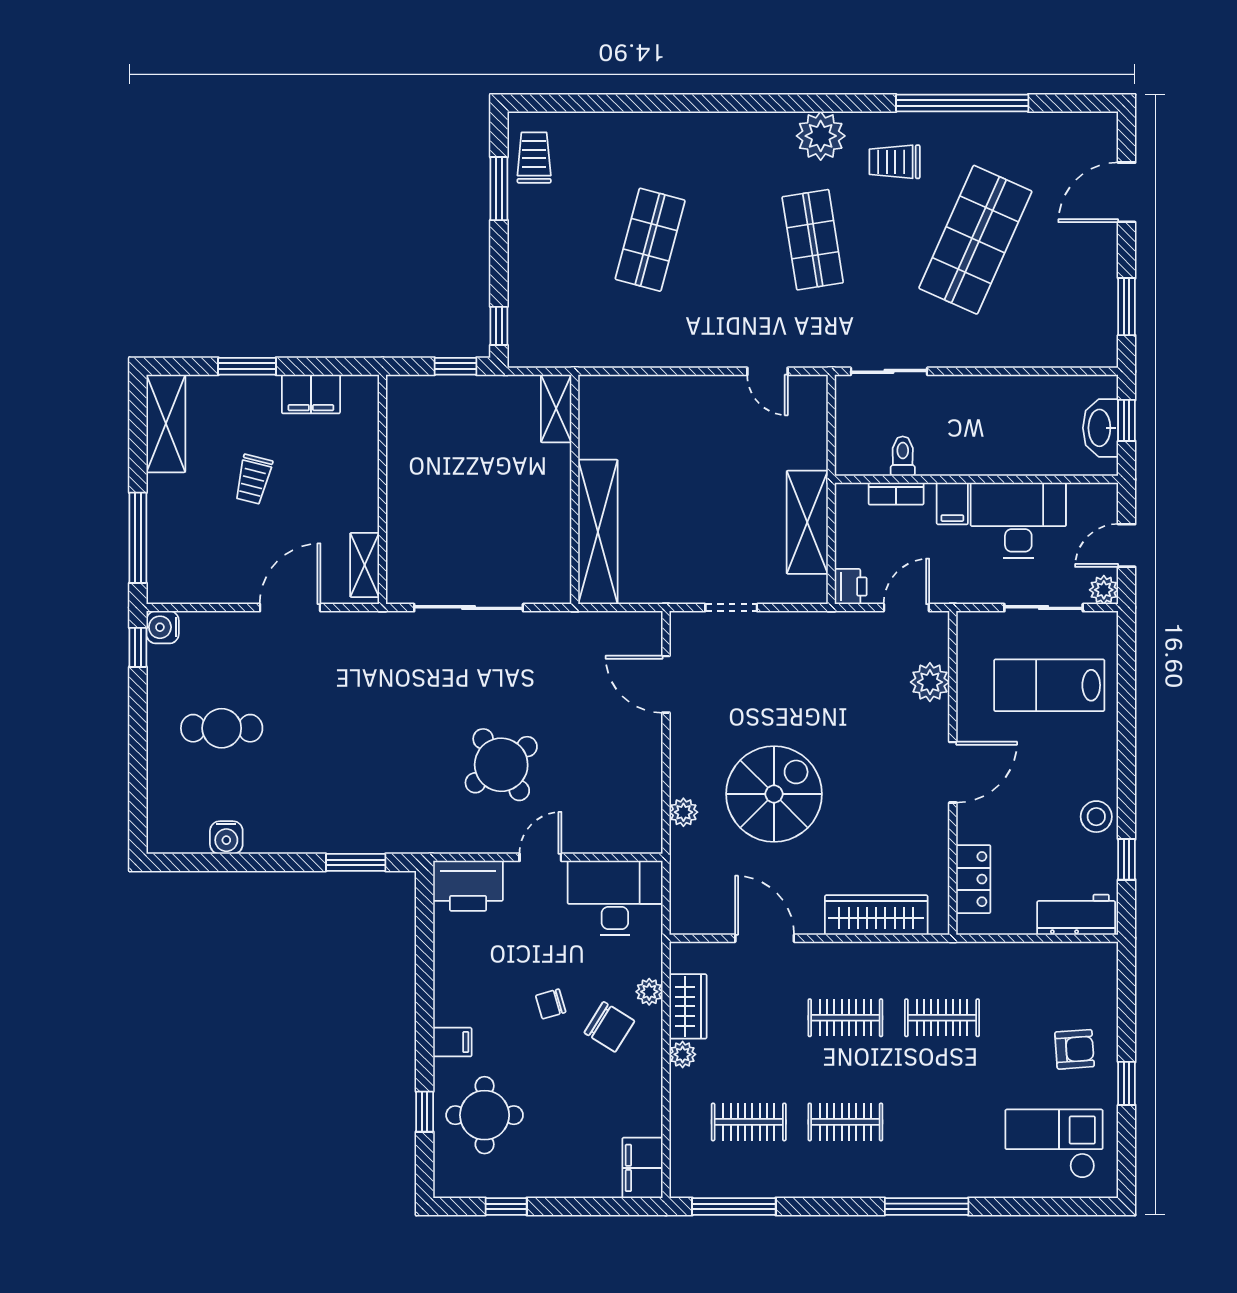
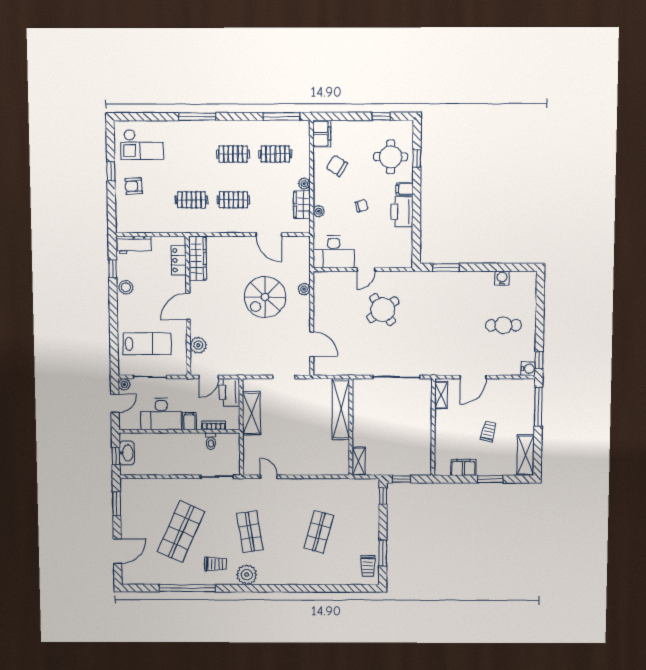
printer: (851, 587) -> (229, 392), width x1.87, depth x1.48
printer: (468, 886) -> (402, 212), moved, turned -90
wardrobe: (876, 915) -> (197, 258), moved, turned -90
chair: (609, 1027) -> (337, 166), moved

